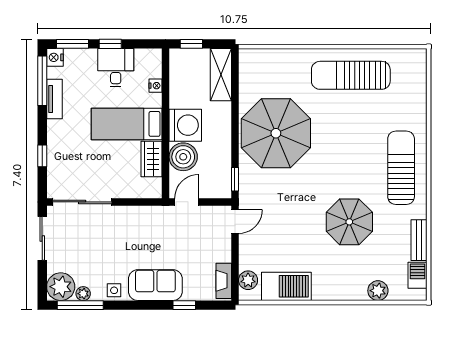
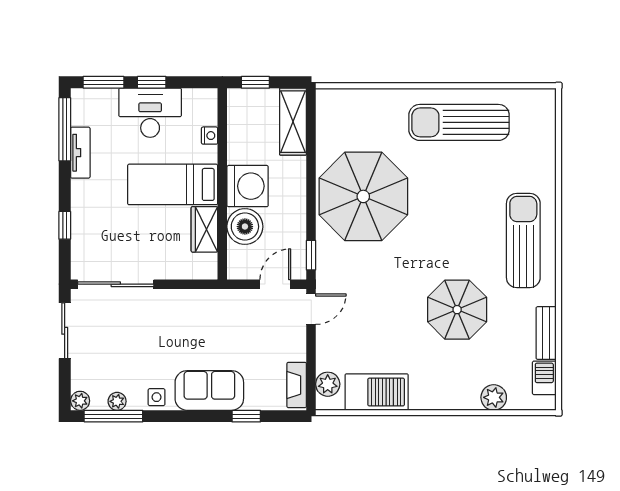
nightstand: (55, 57) -> (81, 100), removed
desk: (116, 68) -> (150, 113), width x1.37
door: (187, 202) -> (275, 284), moved
plant: (61, 287) -> (80, 401), width x0.53, depth x0.53

